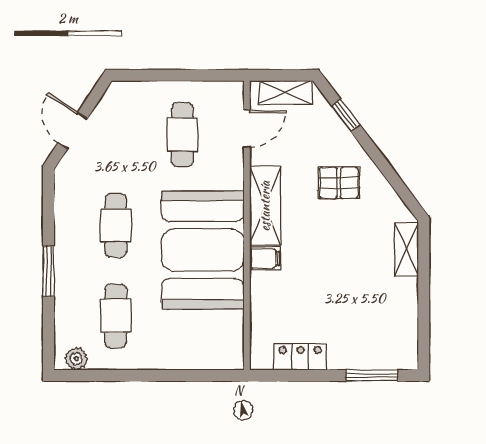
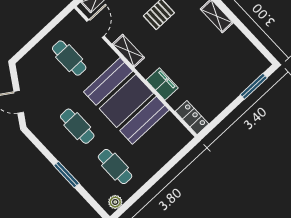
shelving: (265, 206) -> (128, 51), width x0.67, depth x0.75
filing cabinet: (265, 258) -> (162, 84), width x2.00
locker: (300, 357) -> (192, 118), moved, turned 90

